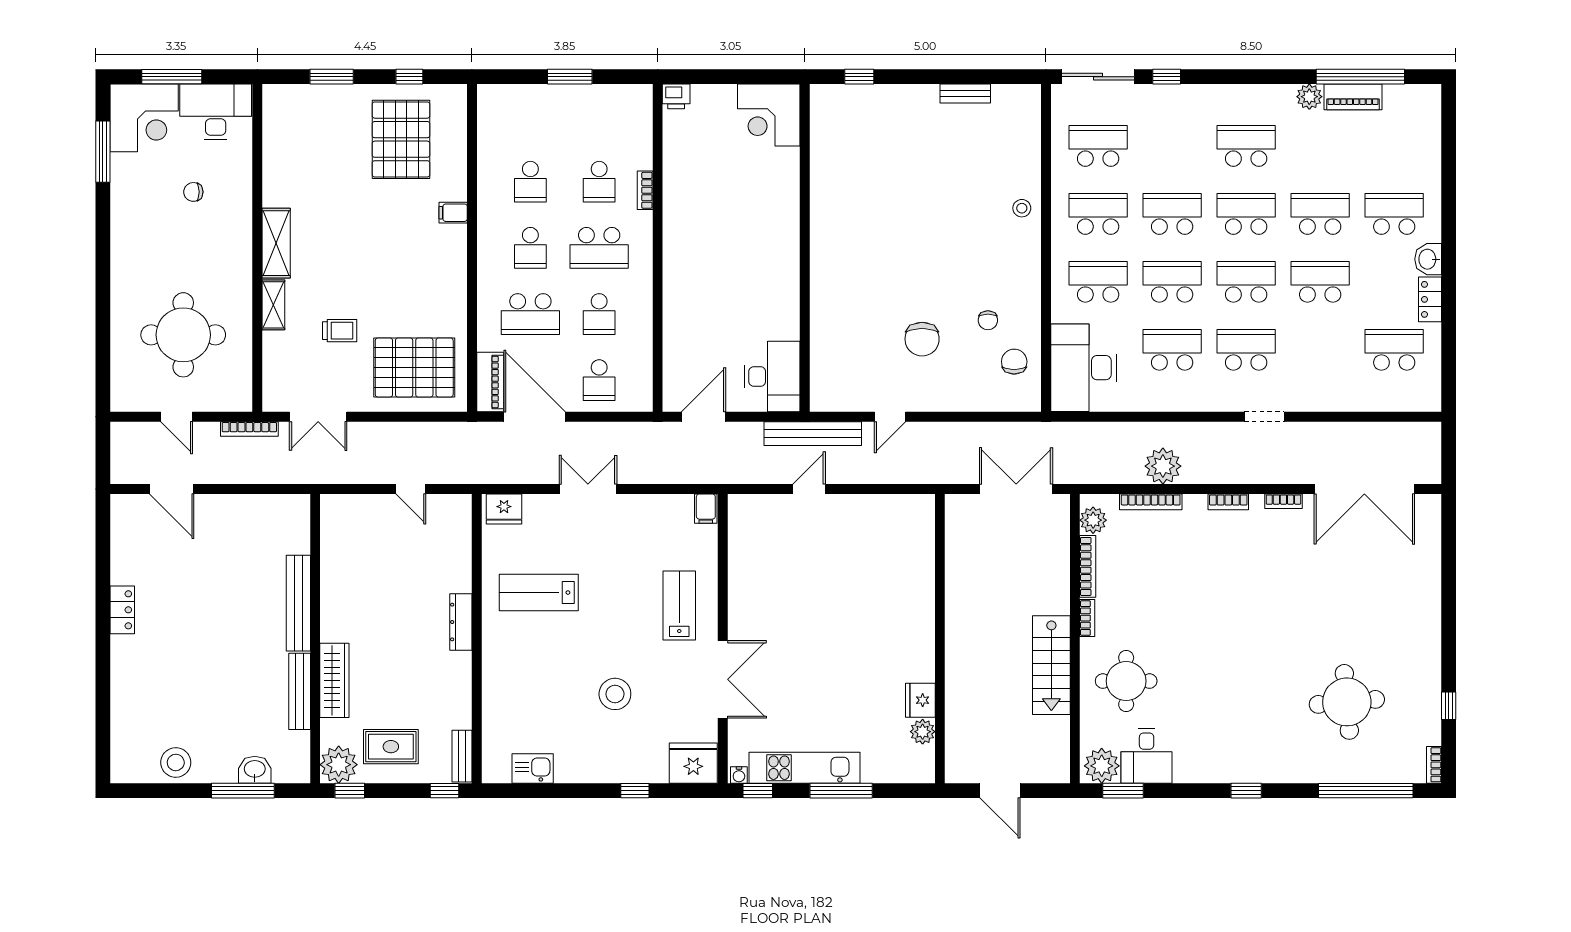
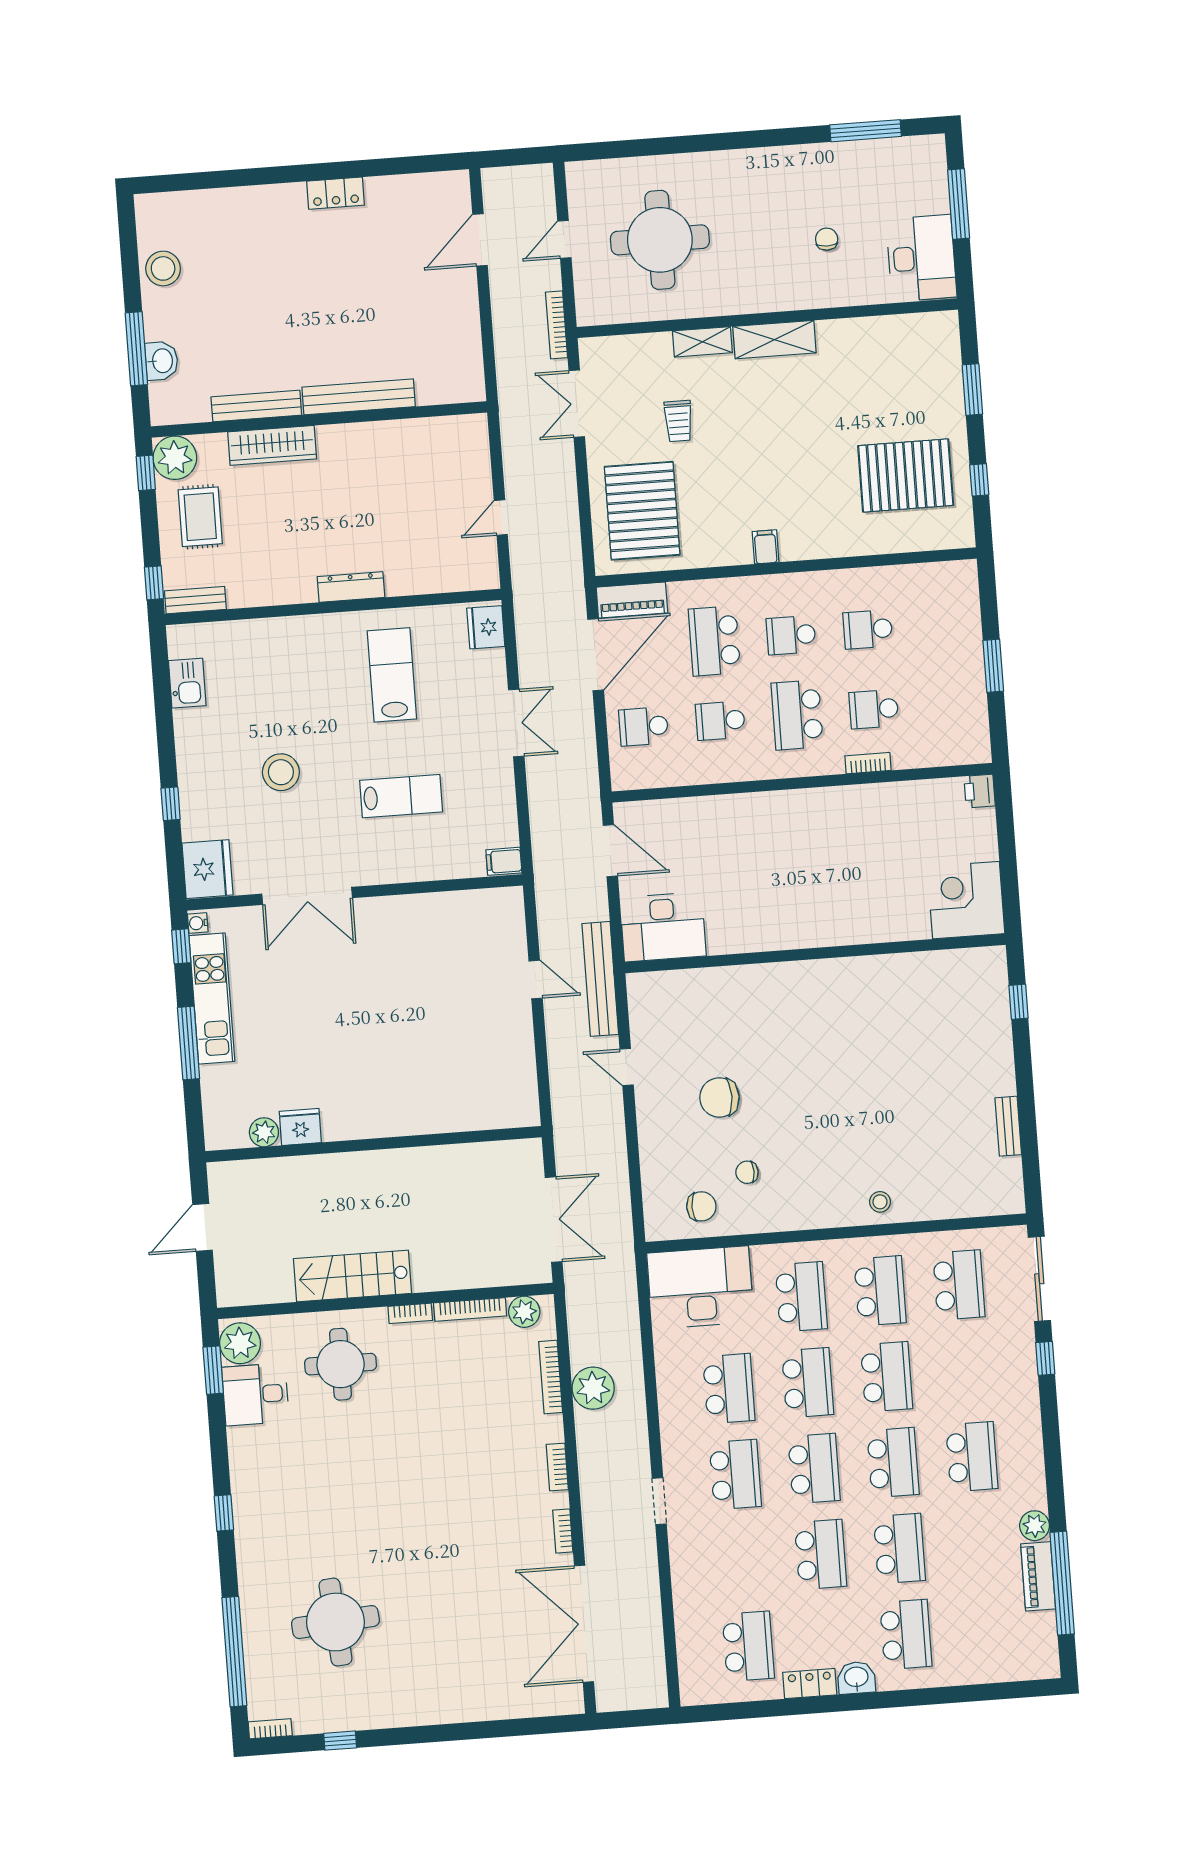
corner desk: (144, 118) -> (908, 176), removed
filing cabinet: (453, 213) -> (766, 547), moved
lab bench: (679, 605) -> (401, 796), moved

